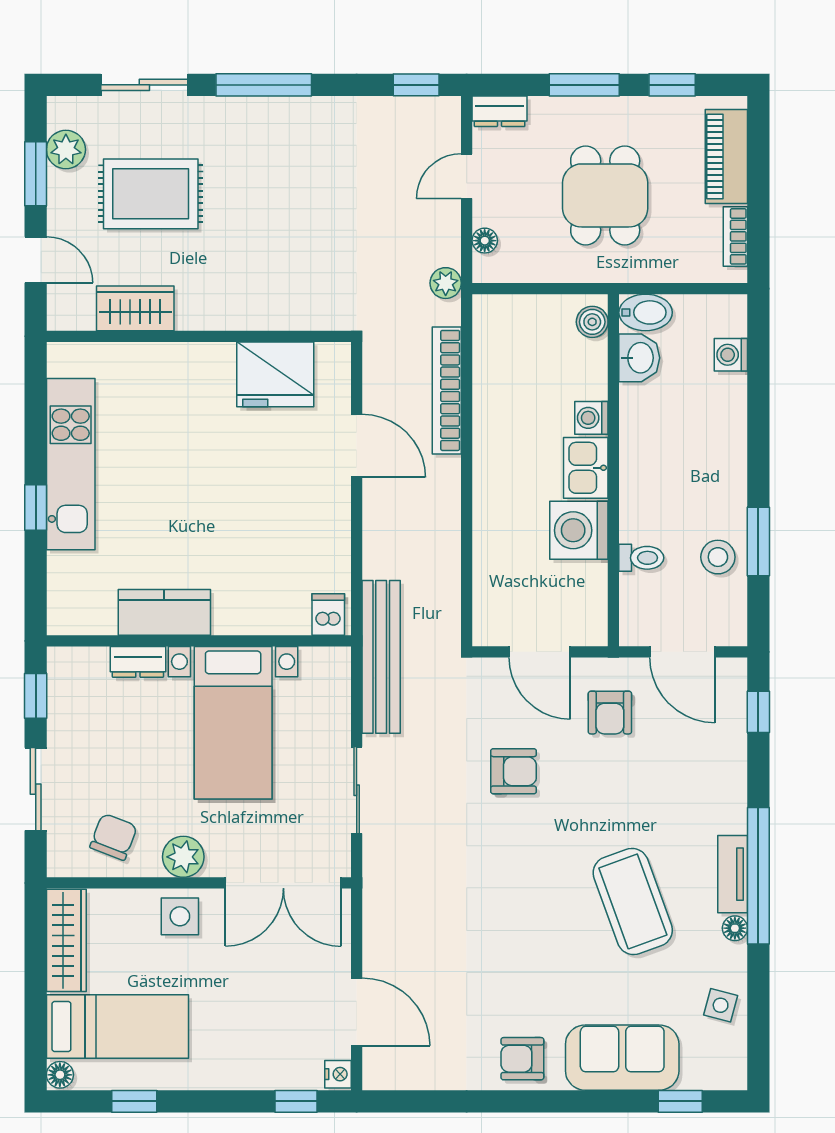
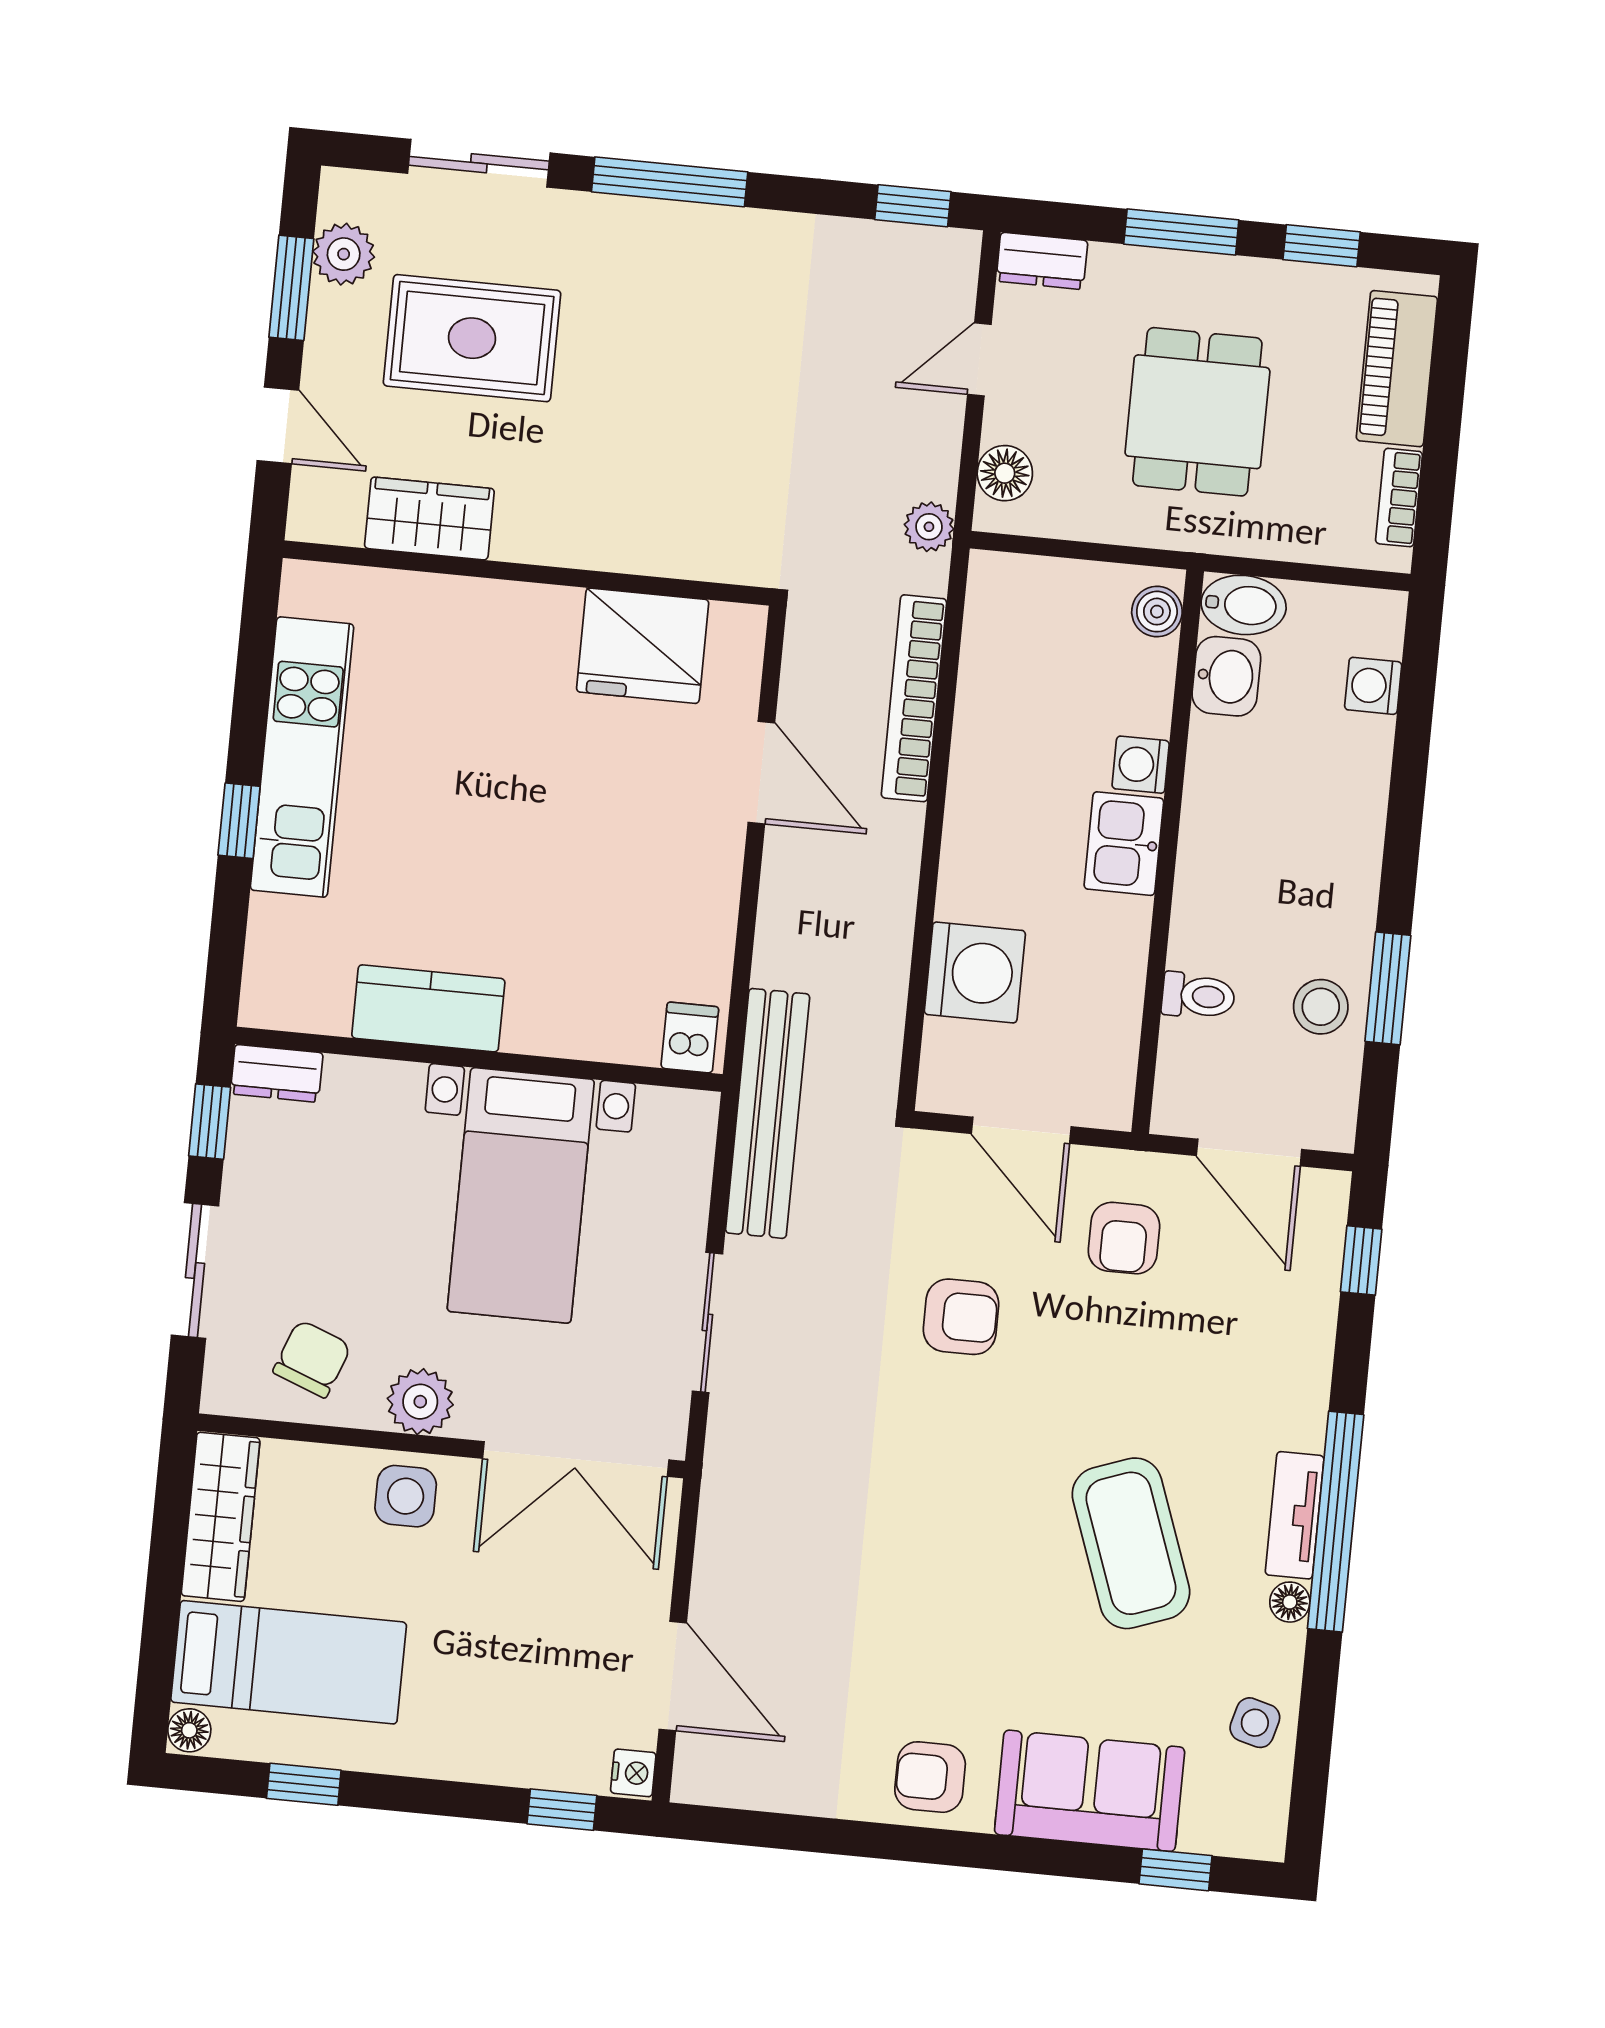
floor lamp: (485, 241) -> (1005, 473), width x1.37, depth x1.37
washing machine: (579, 530) -> (975, 972), moved, turned 180
dresser: (138, 662) -> (277, 1073), moved

